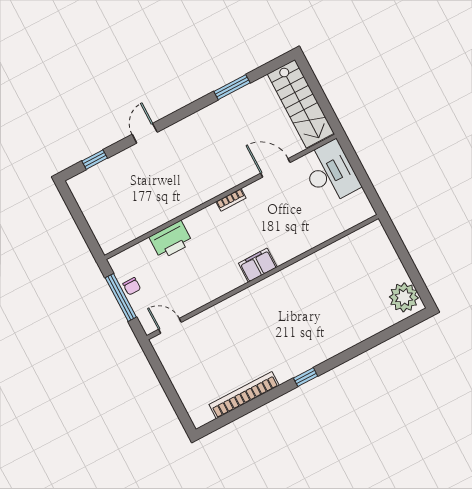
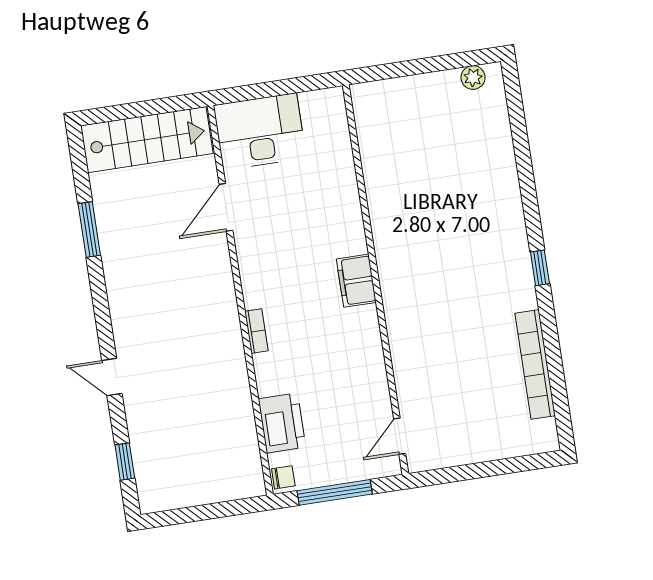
bookcase: (231, 200) -> (256, 331), moved
printer: (171, 240) -> (282, 423), moved
chair: (132, 286) -> (283, 477), moved
plant: (404, 297) -> (473, 78), width x0.53, depth x0.53

